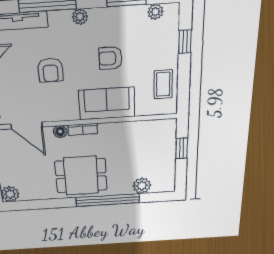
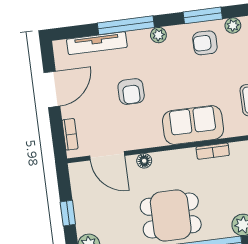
armchair: (110, 58) -> (205, 43), moved
bookcase: (83, 129) -> (213, 151), moved

